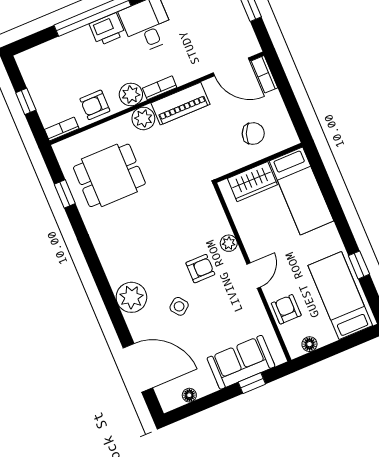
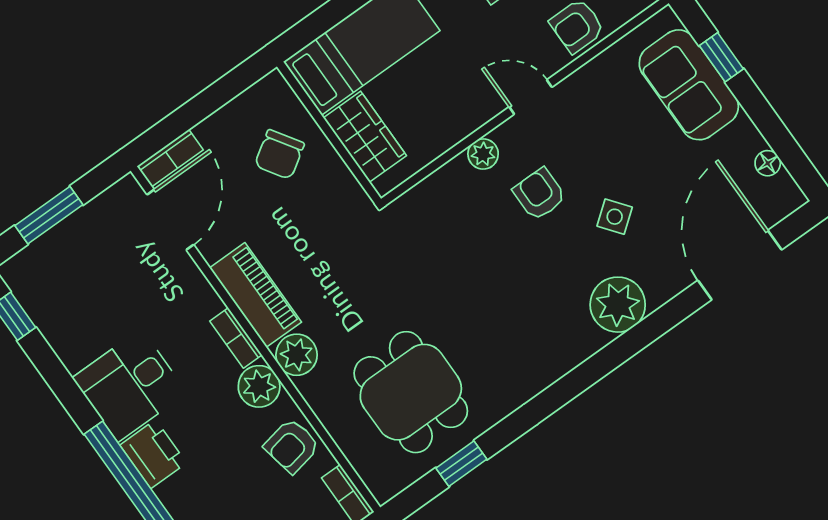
armchair: (95, 105) -> (292, 446), turned 79
chair: (253, 134) -> (279, 154), turned -145

